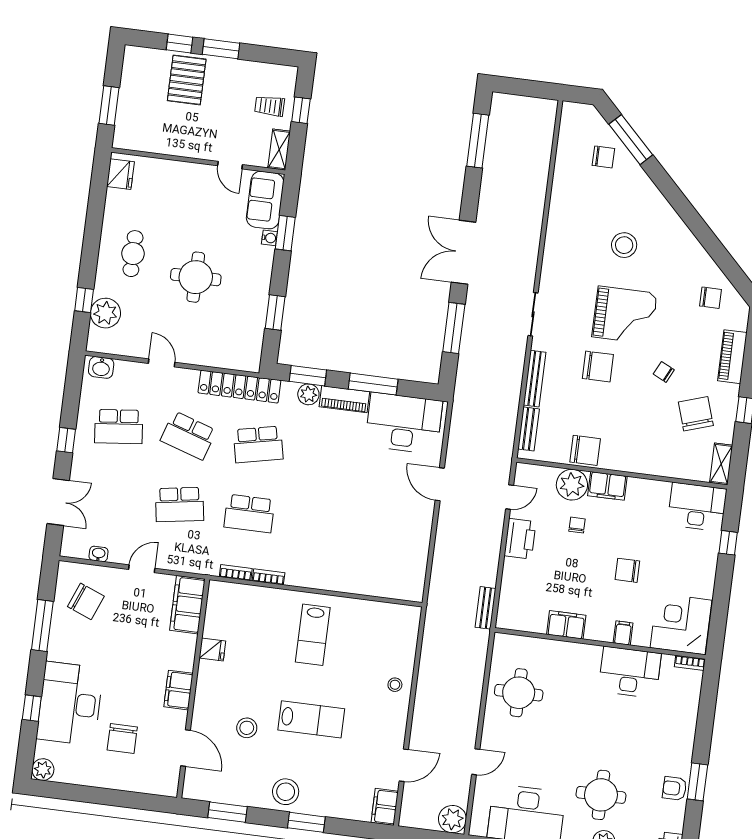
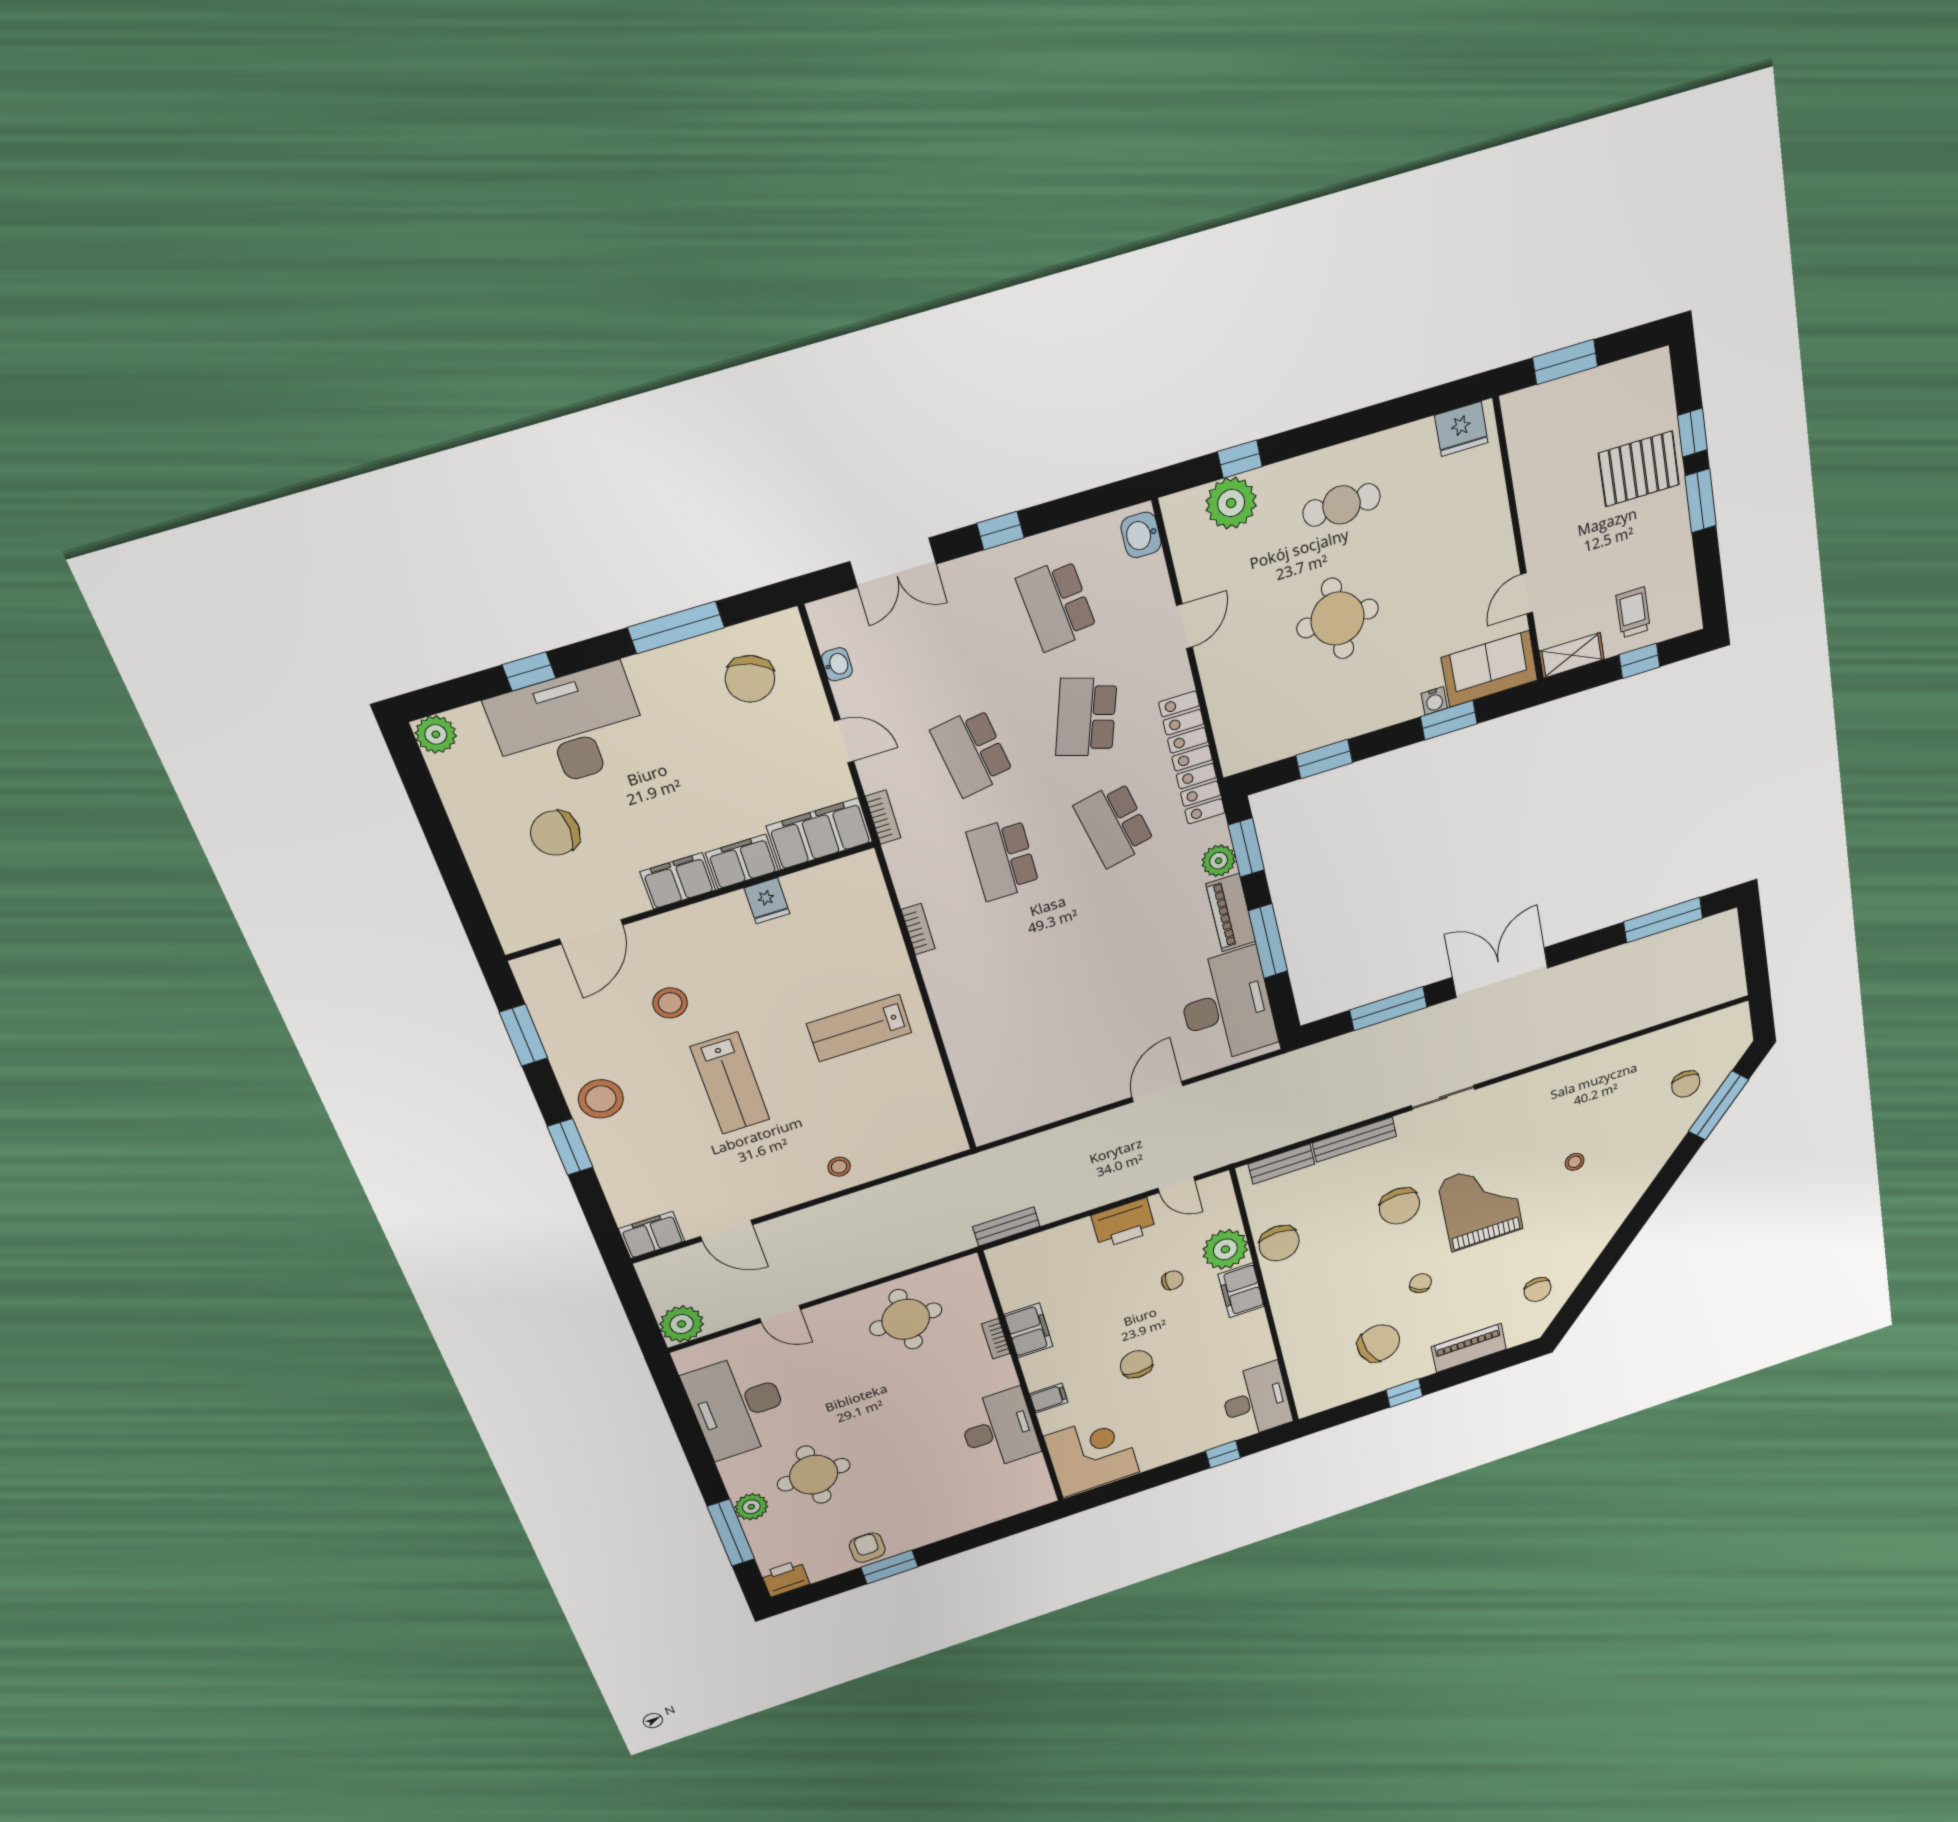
stool: (624, 245) -> (1575, 1162), width x0.53, depth x0.53
grand piano: (625, 315) -> (1480, 1205), turned 180
shelving: (721, 464) -> (1324, 1400), removed
bookcase: (236, 573) -> (883, 817), moved
filing cabinet: (184, 652) -> (742, 862), added
bookcase: (690, 663) -> (996, 1339), moved

